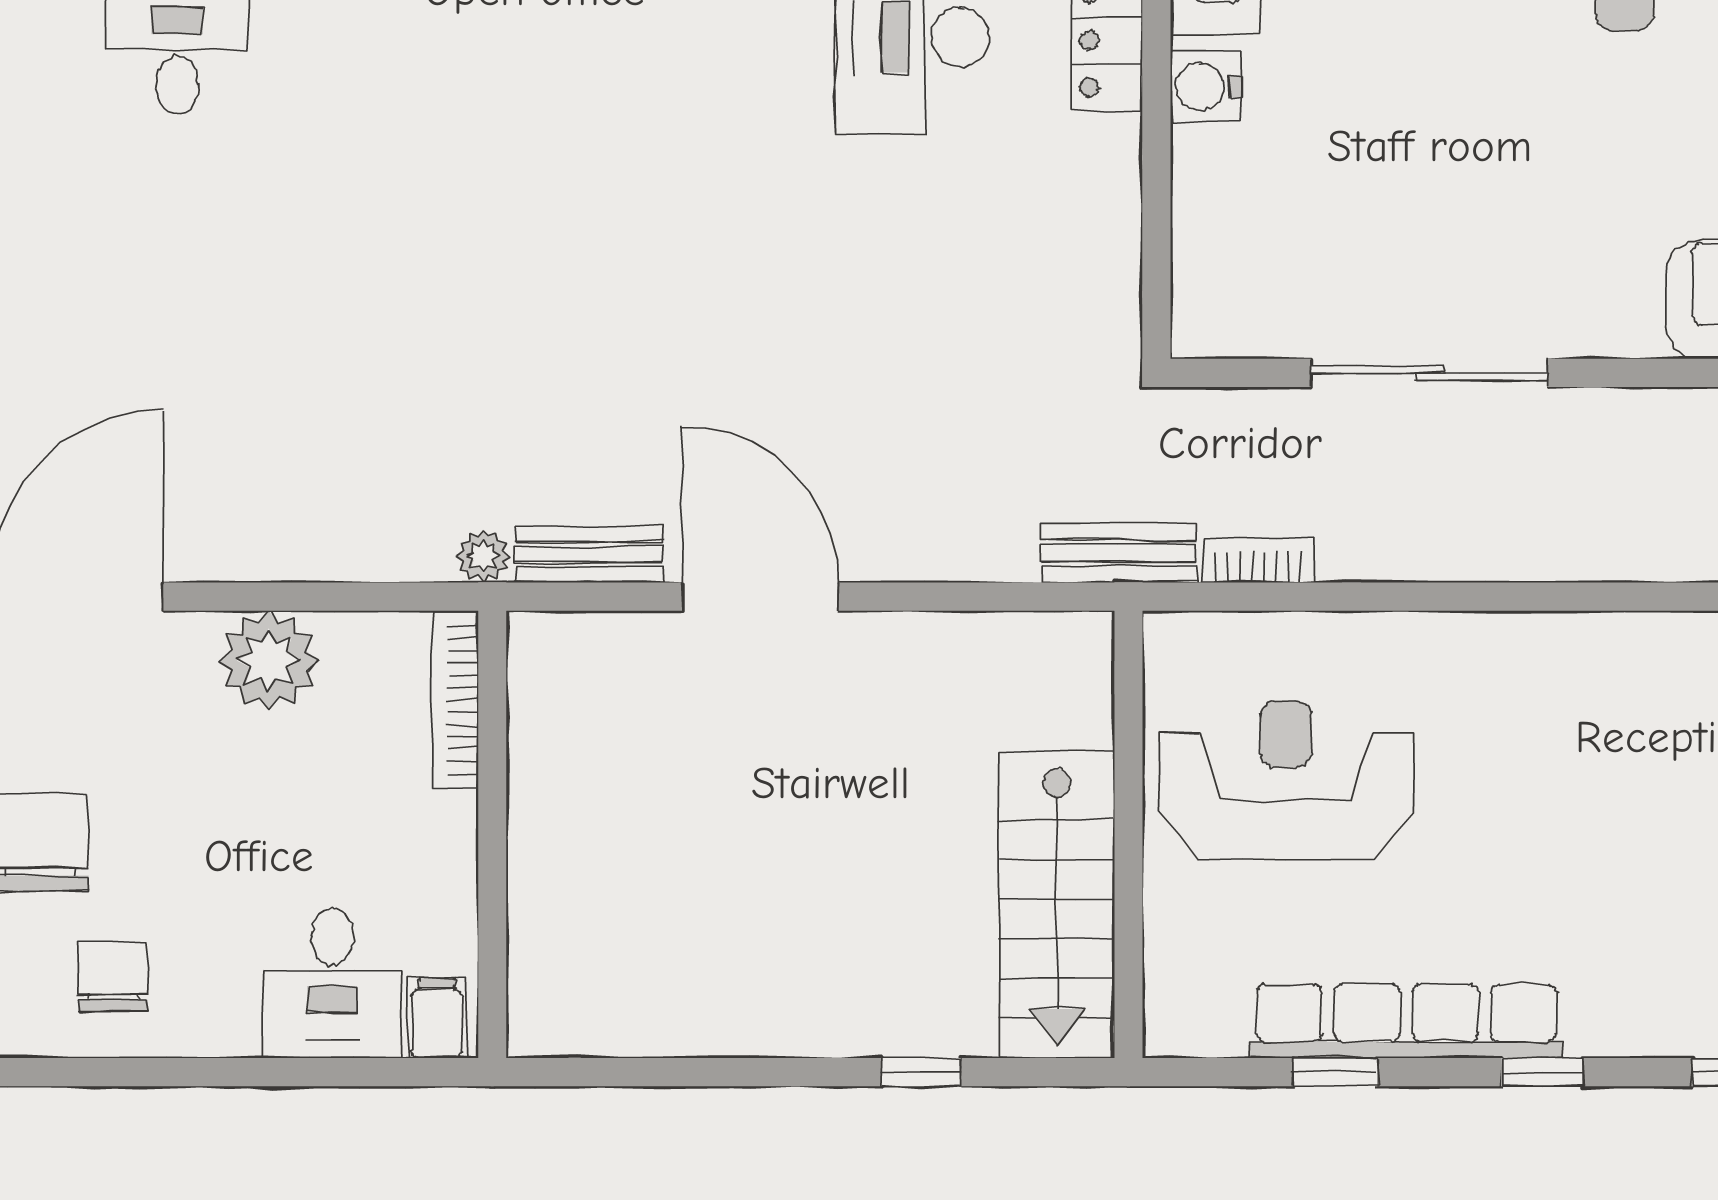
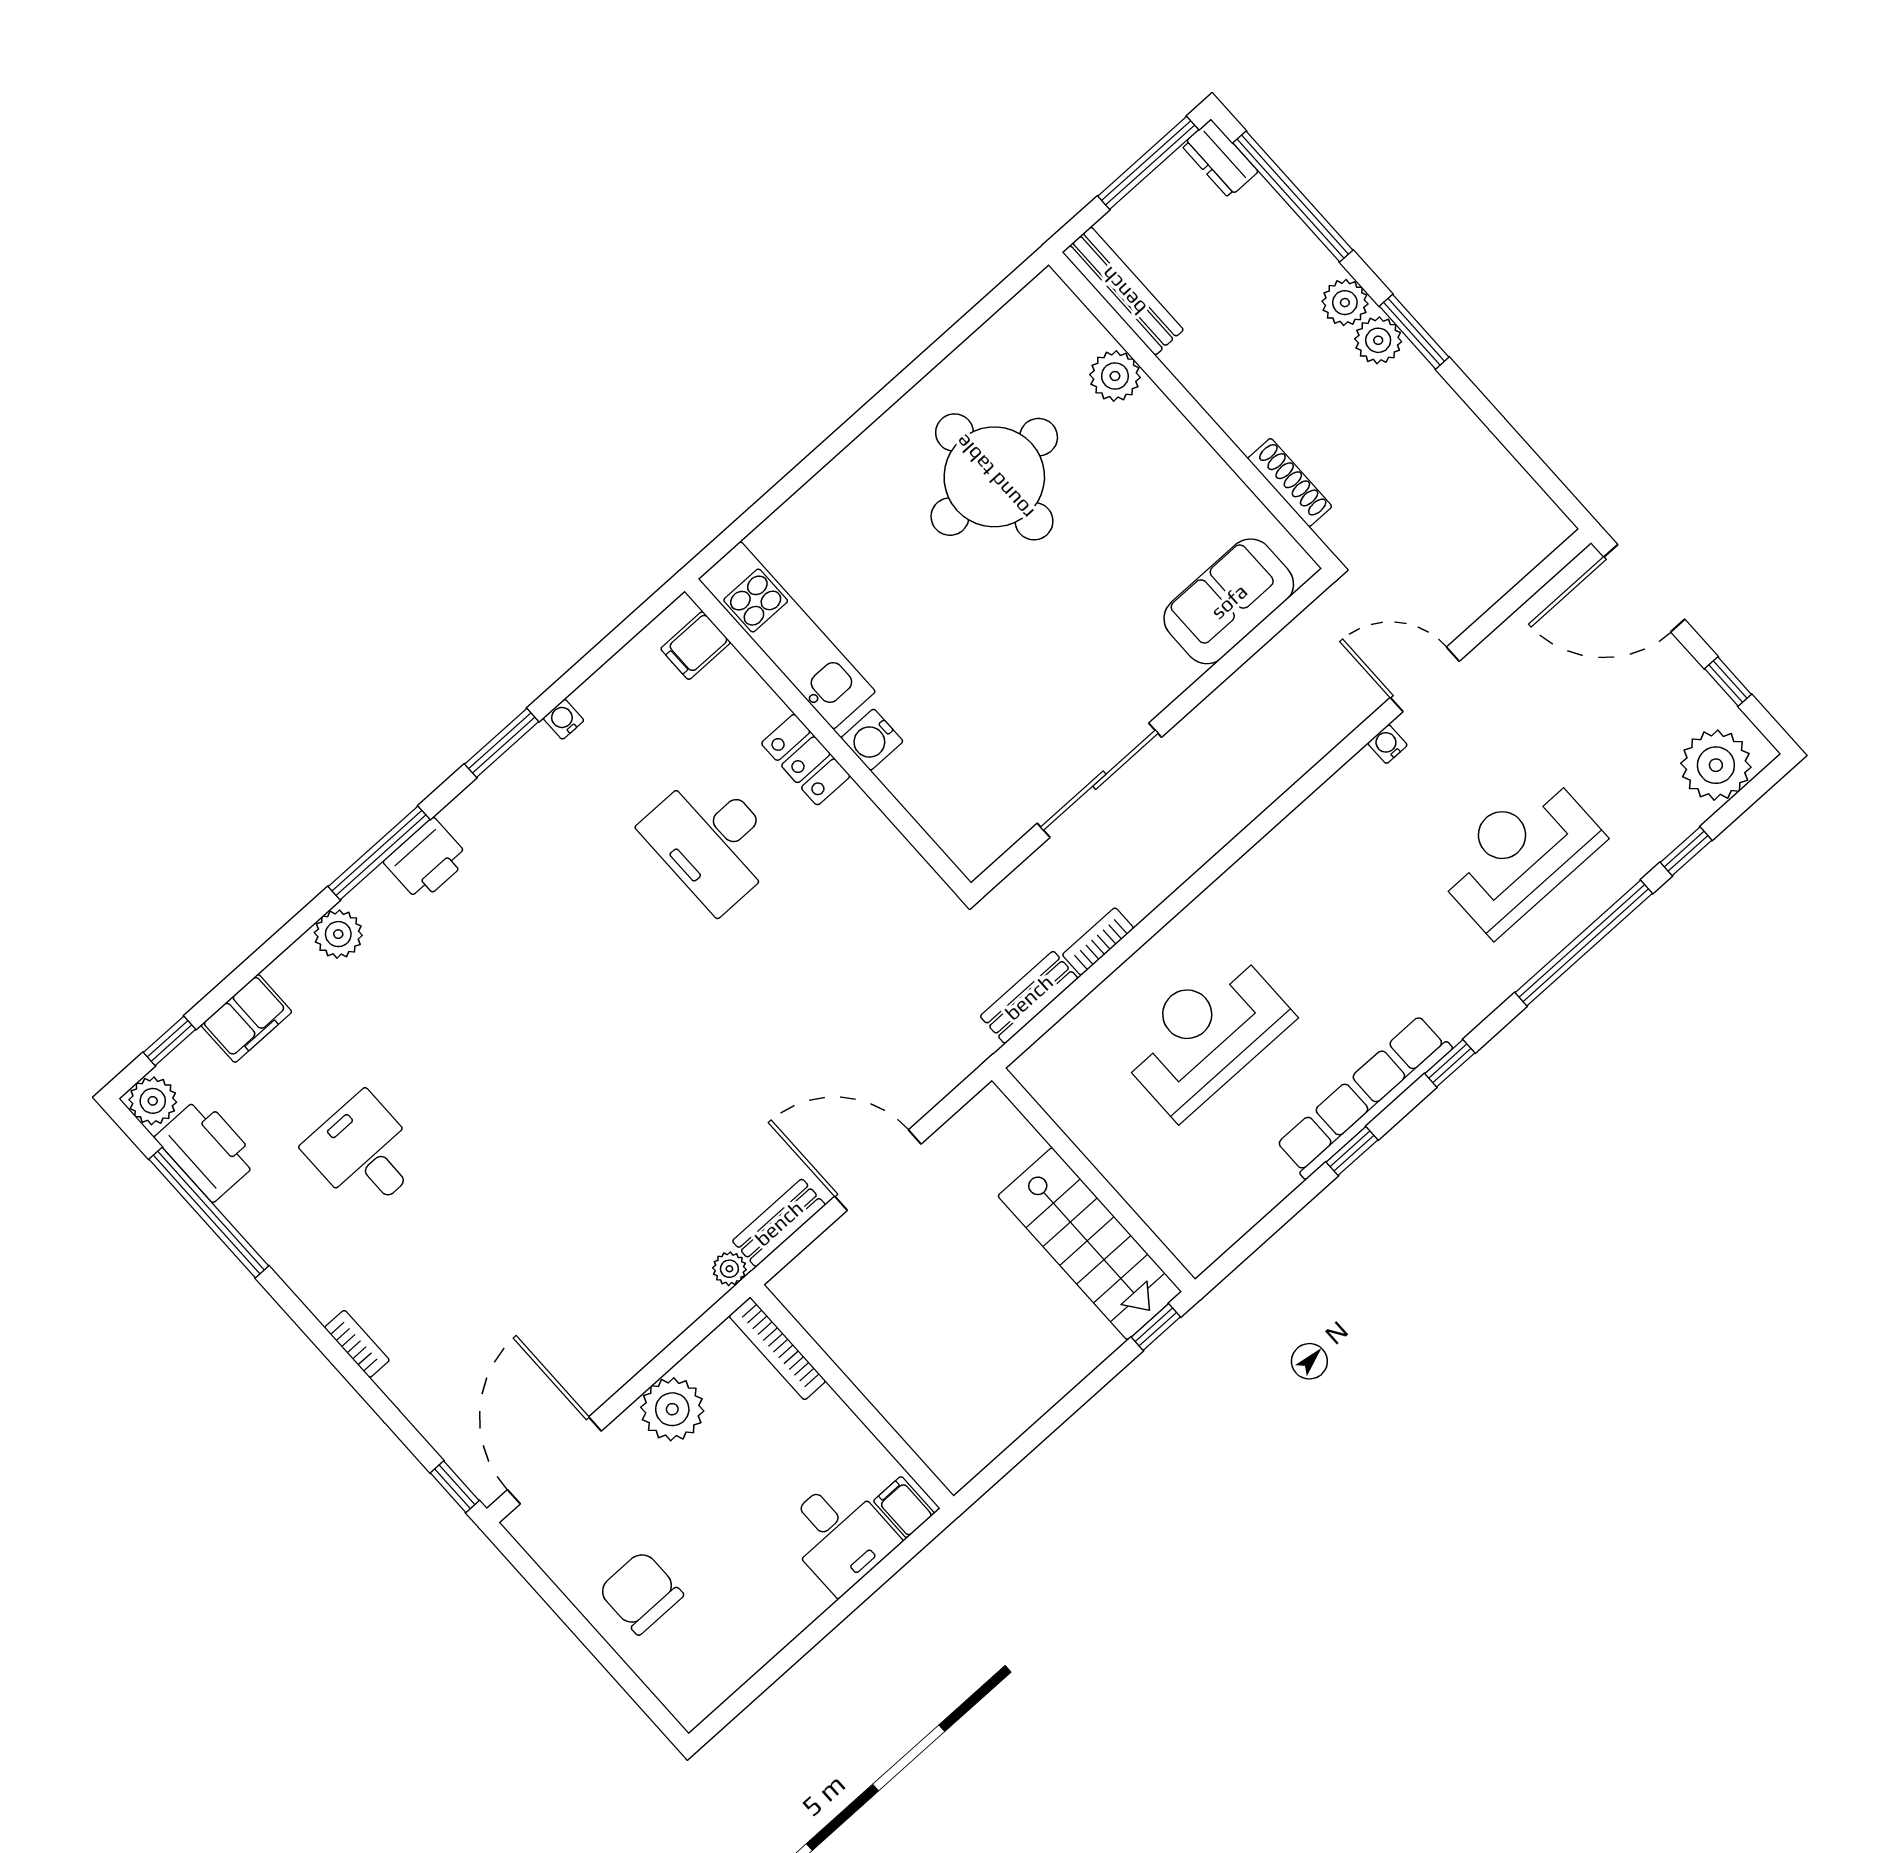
wall: (1129, 834) -> (1094, 1180), moved
stairs: (1057, 905) -> (1090, 1244), moved
chair: (113, 976) -> (733, 1625), removed

